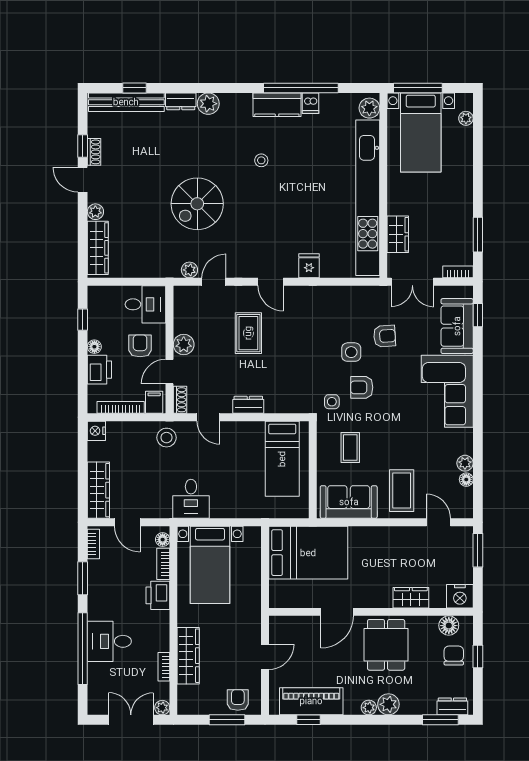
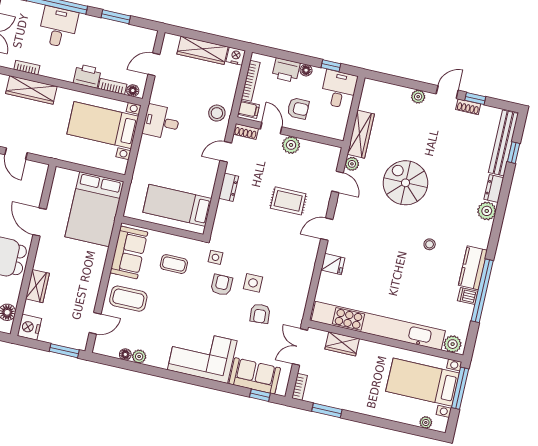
wardrobe: (98, 248) -> (361, 134), moved, turned -90
desk: (145, 304) -> (339, 89), moved, turned 180
wardrobe: (98, 490) -> (202, 50), moved
bookcase: (93, 544) -> (142, 32), removed

